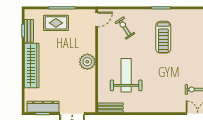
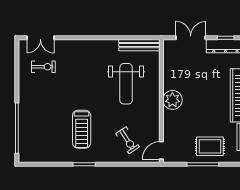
treadmill: (163, 37) -> (82, 129), turned 180
bench: (110, 108) -> (139, 45), width x1.36

